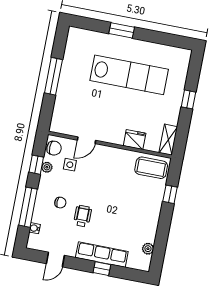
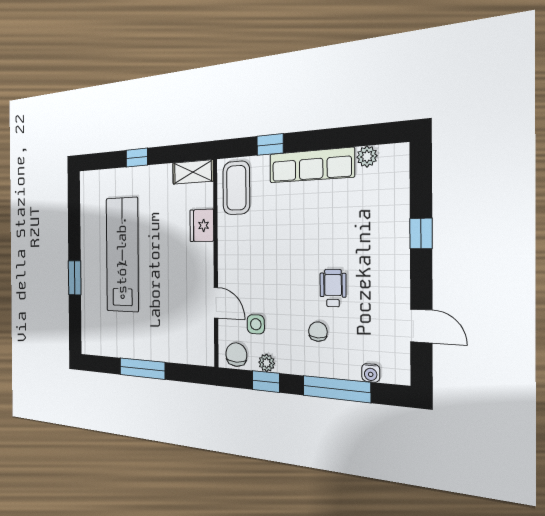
wheelchair: (83, 216) -> (333, 288), turned 90
row of seats: (102, 255) -> (311, 165), moved, turned -90

